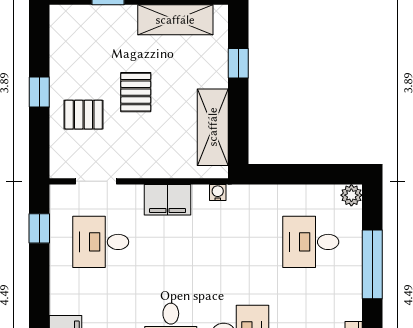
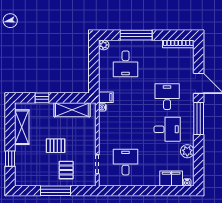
window: (39, 92) -> (55, 191), width x2.17
filing cabinet: (168, 200) -> (106, 97), moved, width x0.50
window: (39, 228) -> (119, 191), removed
desk: (101, 242) -> (126, 162), turned 180

